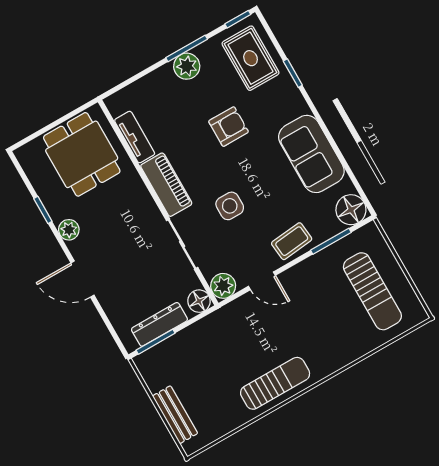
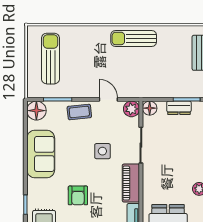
armchair: (229, 127) -> (78, 195), turned -90
dresser: (159, 324) -> (179, 108), width x0.70

